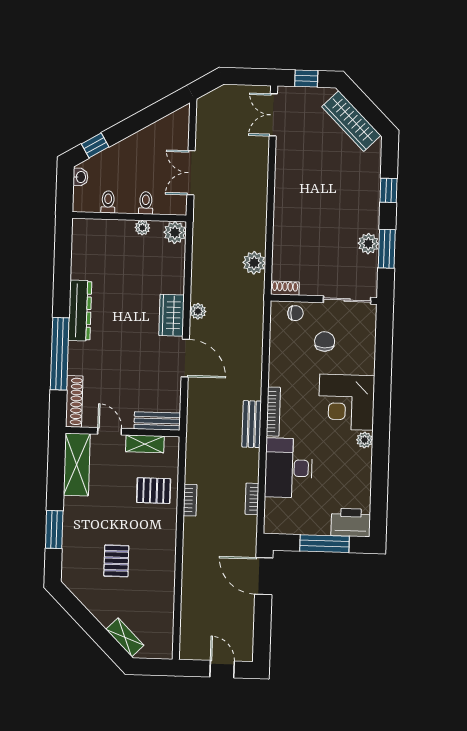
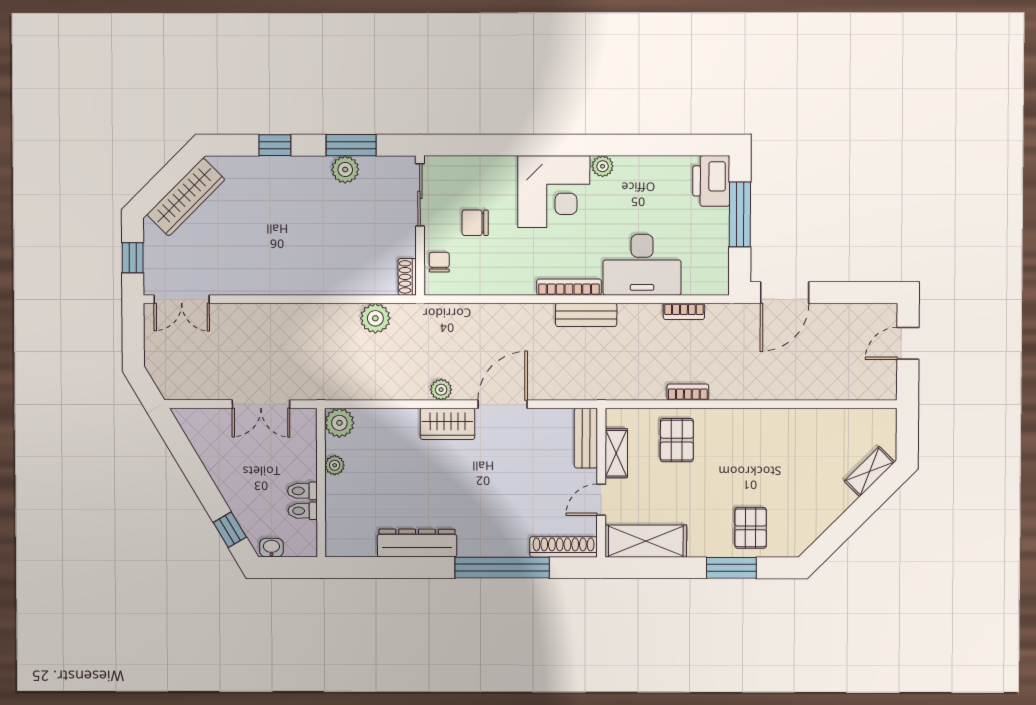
toilet: (146, 203) -> (302, 491), moved
dresser: (80, 310) -> (417, 543), moved
pallet: (116, 561) -> (751, 528), moved, turned 90

